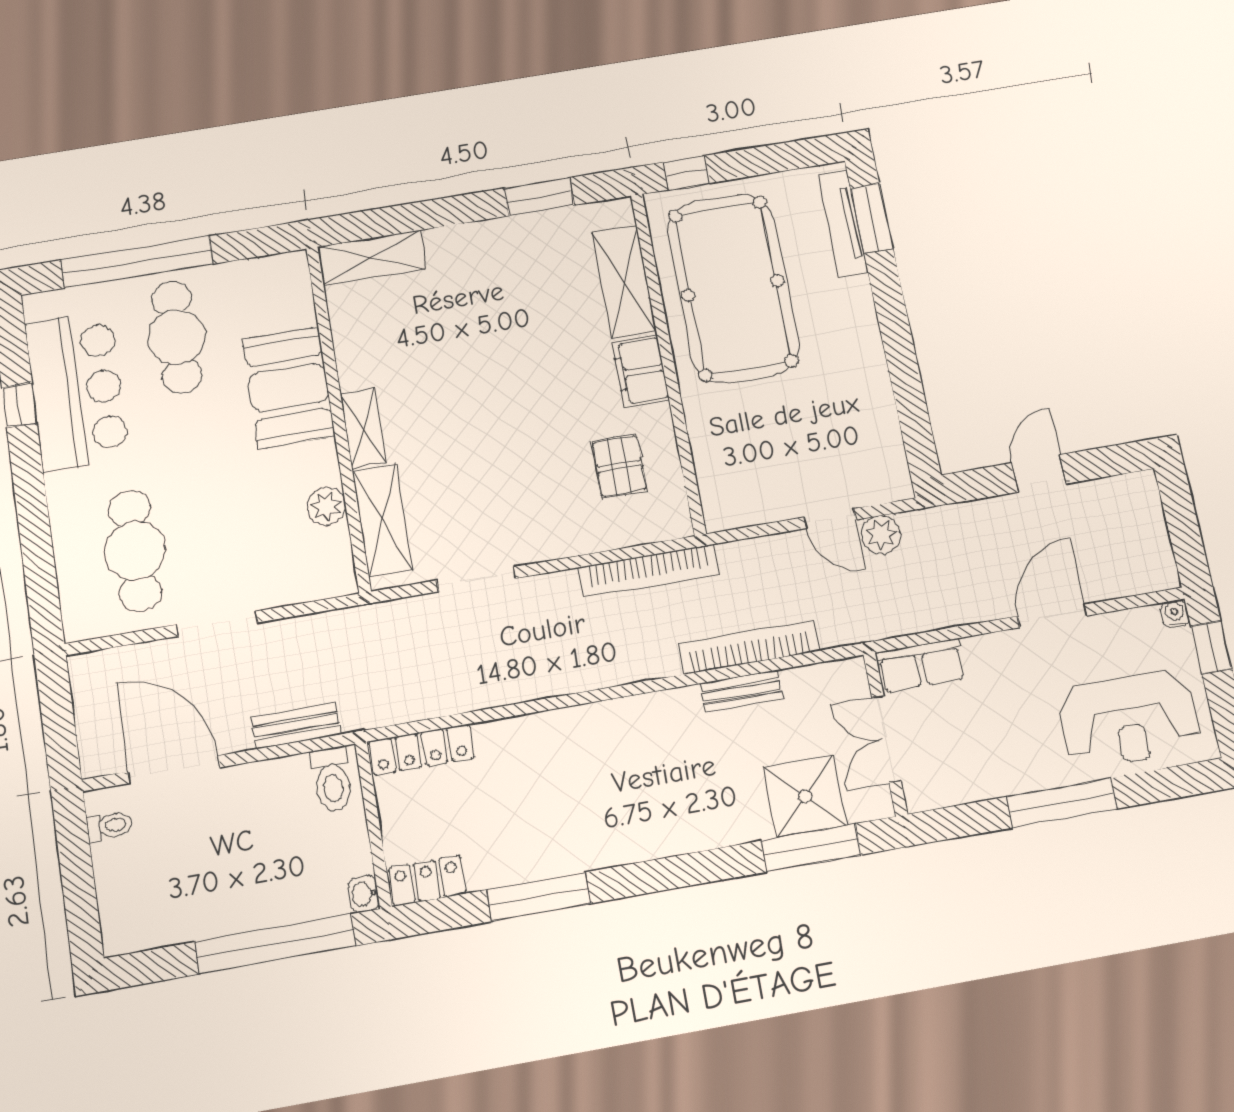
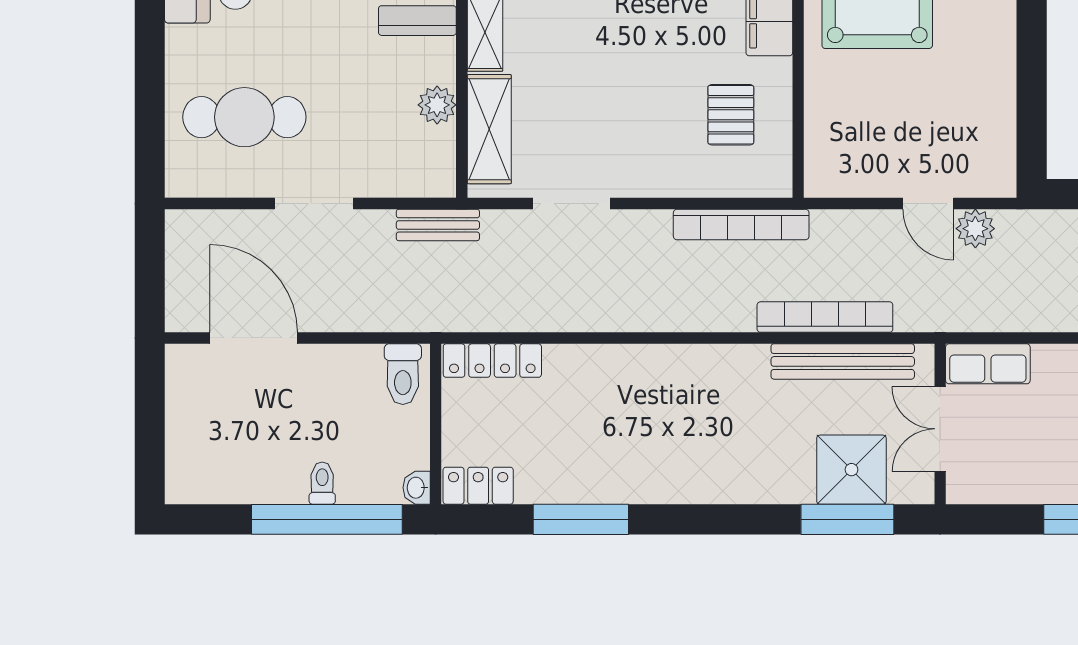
cafe table: (135, 551) -> (244, 117), turned 90
bench: (742, 691) -> (843, 361), width x1.86, depth x1.21
bench: (296, 726) -> (438, 225), moved
toilet: (110, 826) -> (322, 483), moved, turned -90

